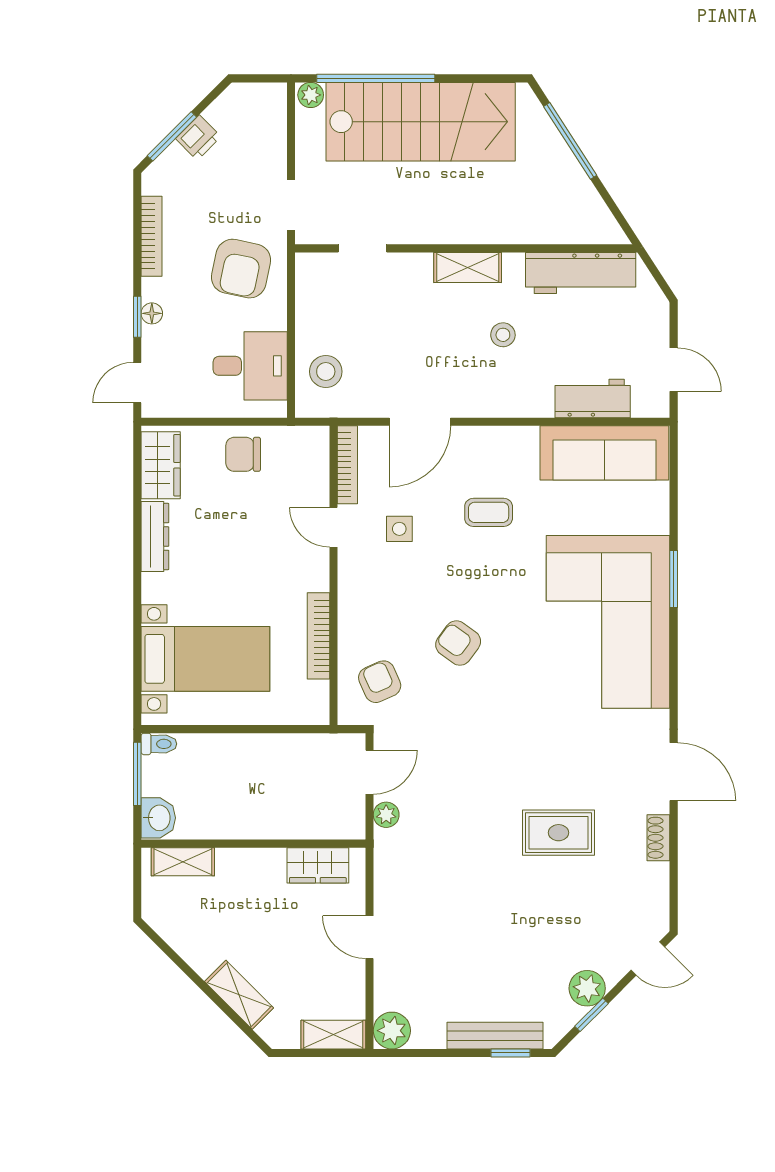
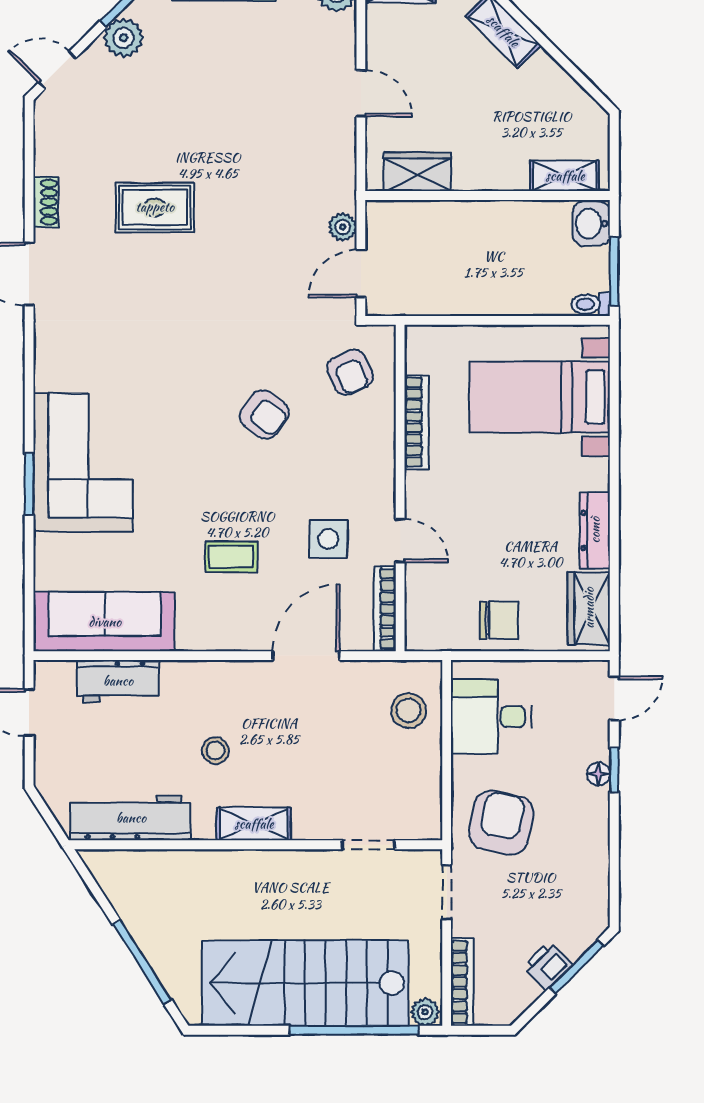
bookcase: (151, 236) -> (462, 982), moved, turned 180
side table: (399, 529) -> (328, 539), width x1.37, depth x1.37
corner sofa: (608, 622) -> (83, 463), width x0.73, depth x0.74

